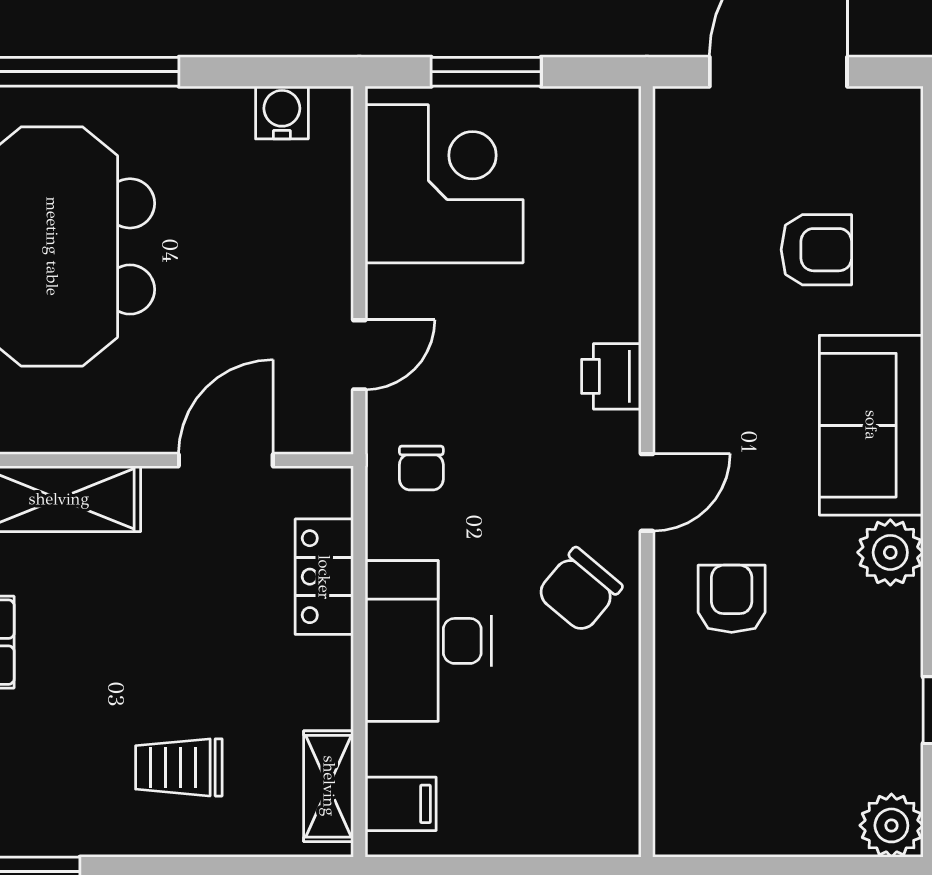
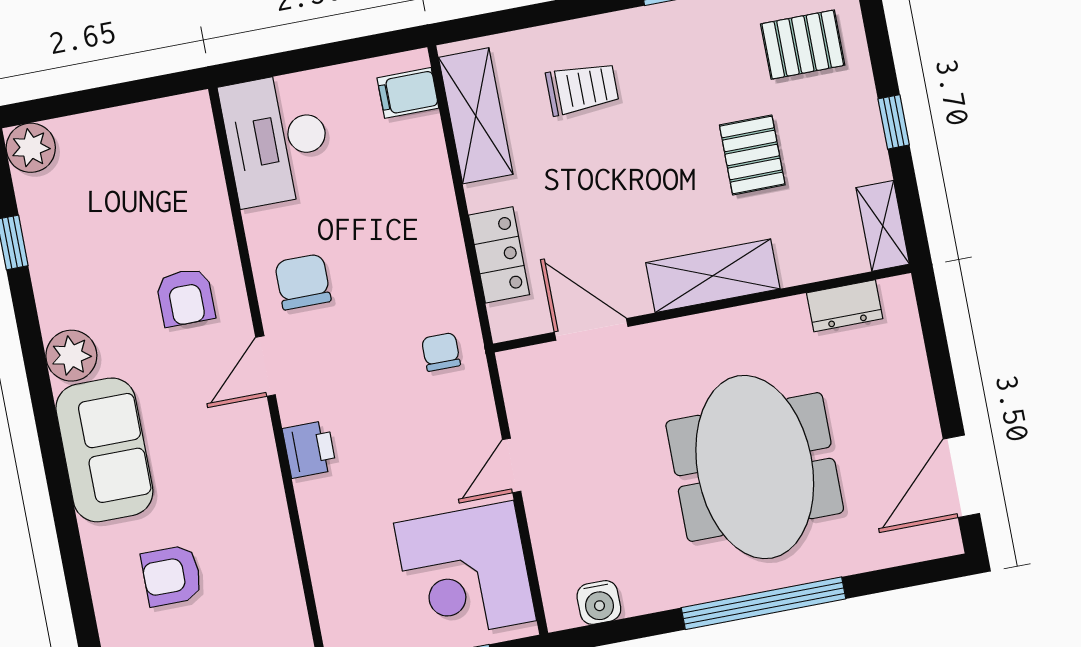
door: (359, 355) -> (512, 465), moved
door: (226, 460) -> (591, 329), swing flipped
chair: (579, 590) -> (303, 282), turned -40
desk: (428, 641) -> (277, 139), moved, turned 180
shelving: (329, 786) -> (476, 116), width x1.50, depth x1.33

